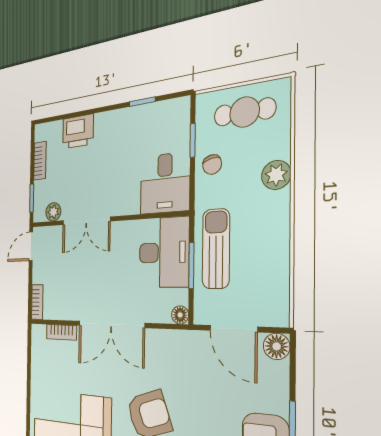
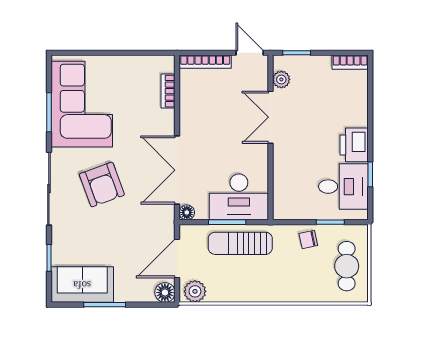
printer: (78, 131) -> (354, 145), moved
bookcase: (40, 161) -> (350, 62), moved
plant: (276, 175) -> (195, 291), moved
desk: (165, 183) -> (343, 187), moved, turned 180
sun lounger: (216, 249) -> (240, 243), turned 180
bookcase: (37, 302) -> (205, 62), width x1.56
double door: (111, 324) -> (177, 170), moved

